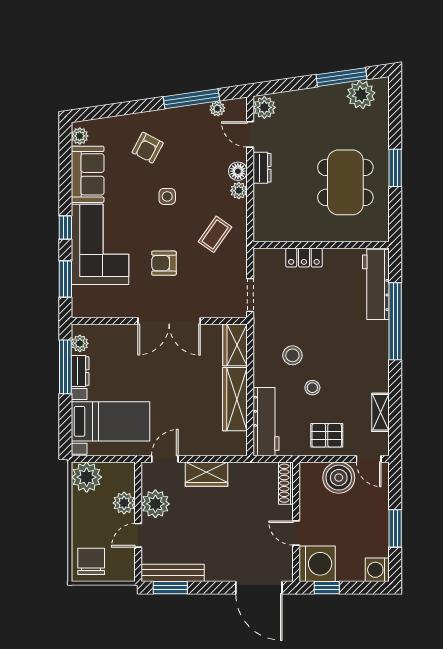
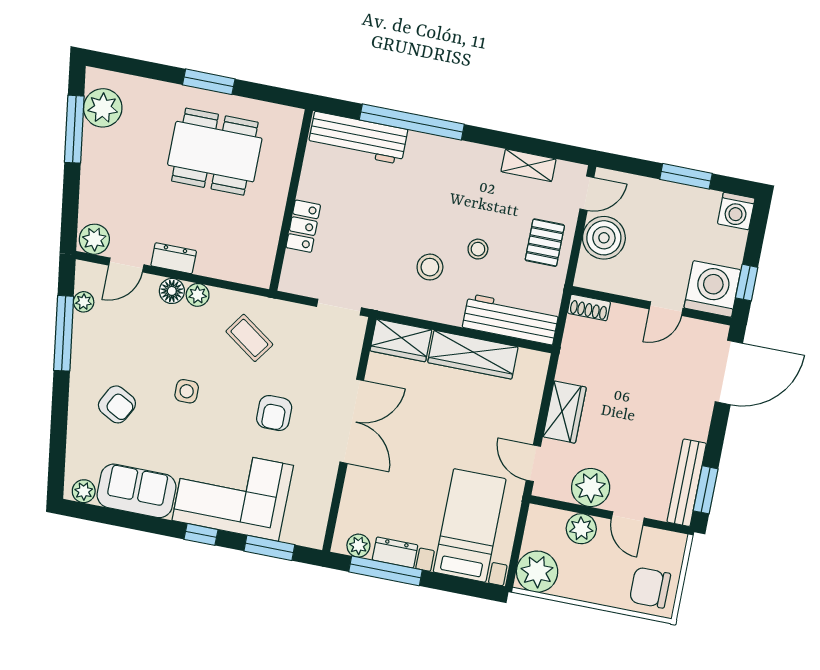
shoe rack: (286, 483) -> (589, 307), width x0.70

